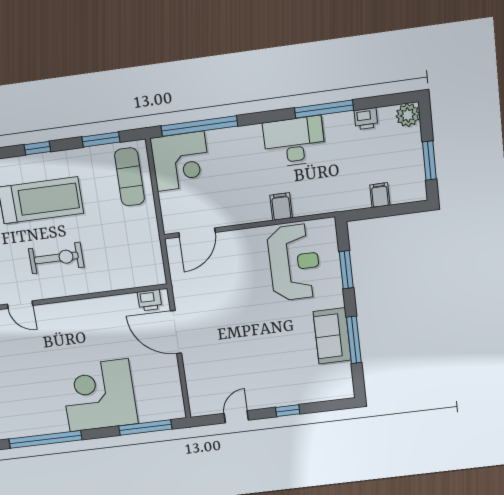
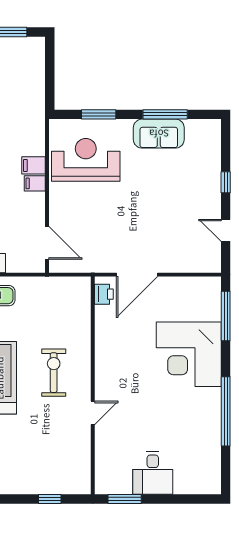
filing cabinet: (380, 195) -> (35, 183), moved

